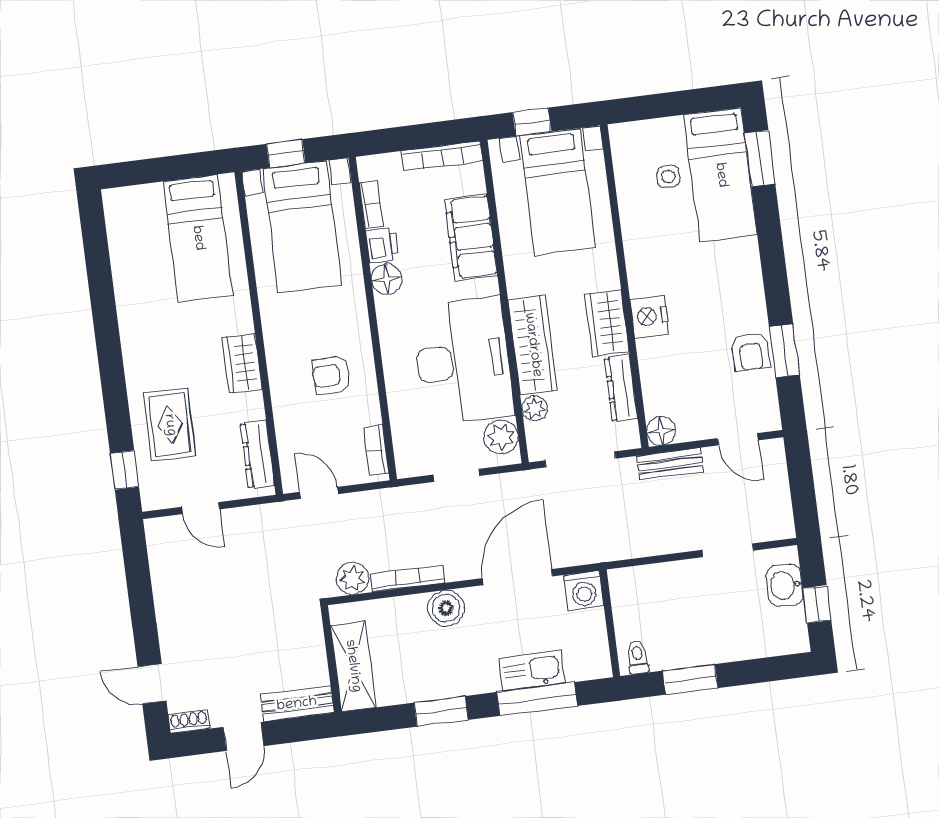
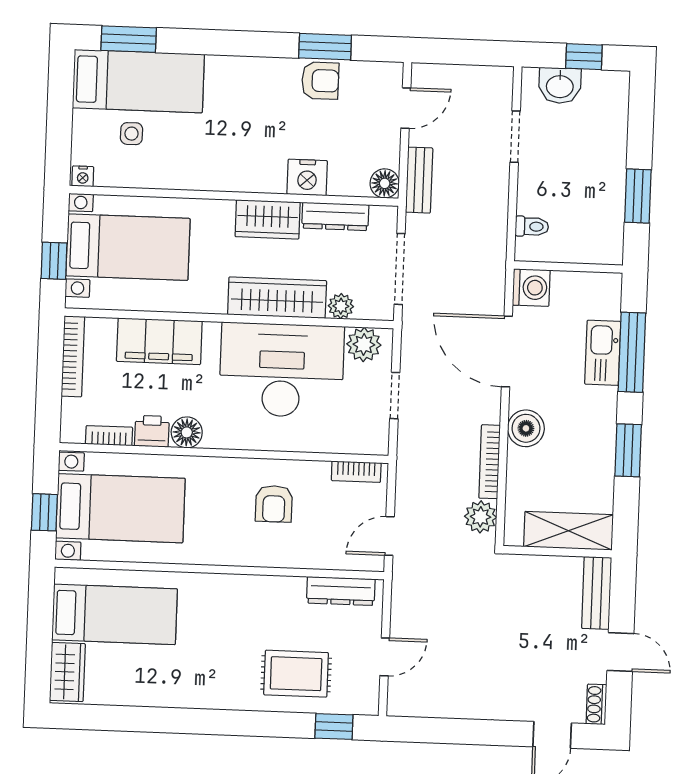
nightstand: (619, 136) -> (83, 176), added
nightstand: (649, 316) -> (307, 177), moved
wardrobe: (242, 363) -> (67, 672), moved, turned -90
toilet: (638, 658) -> (532, 226), moved, turned 180

